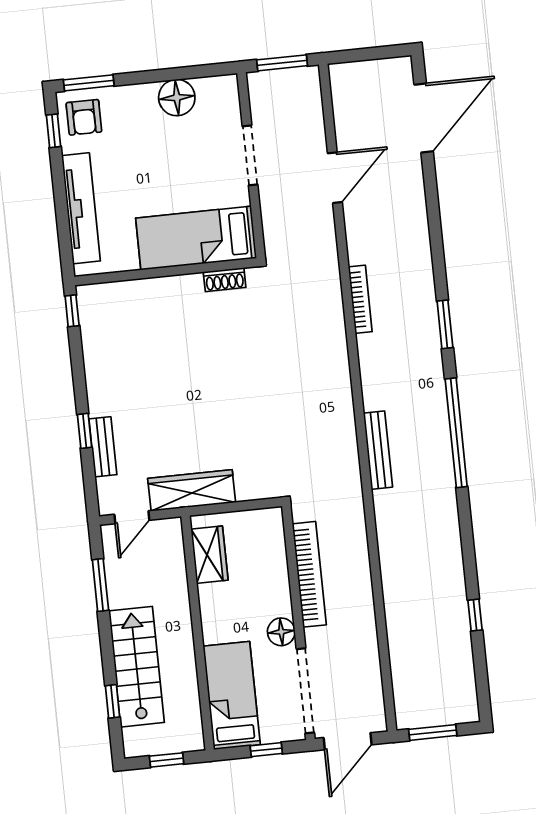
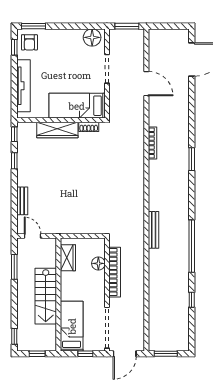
floor lamp: (177, 98) -> (92, 37), moved
door: (335, 178) -> (146, 84), hinge flipped
window: (85, 431) -> (14, 161), moved
window: (456, 433) -> (192, 246), moved
bench: (378, 450) -> (154, 230), moved
wardrobe: (192, 490) -> (57, 130), moved, turned 180
door: (132, 517) -> (33, 236), swing flipped
floor lamp: (281, 632) -> (98, 263), moved
stairs: (137, 667) -> (46, 296), moved, turned 180
window: (112, 701) -> (14, 336), moved

